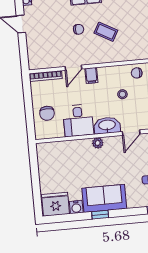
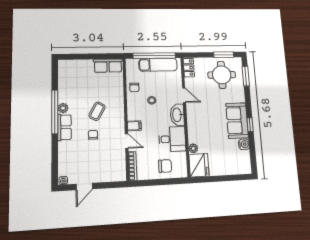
plant: (98, 143) -> (193, 148), moved
fridge: (55, 204) -> (199, 165), moved, turned 180

